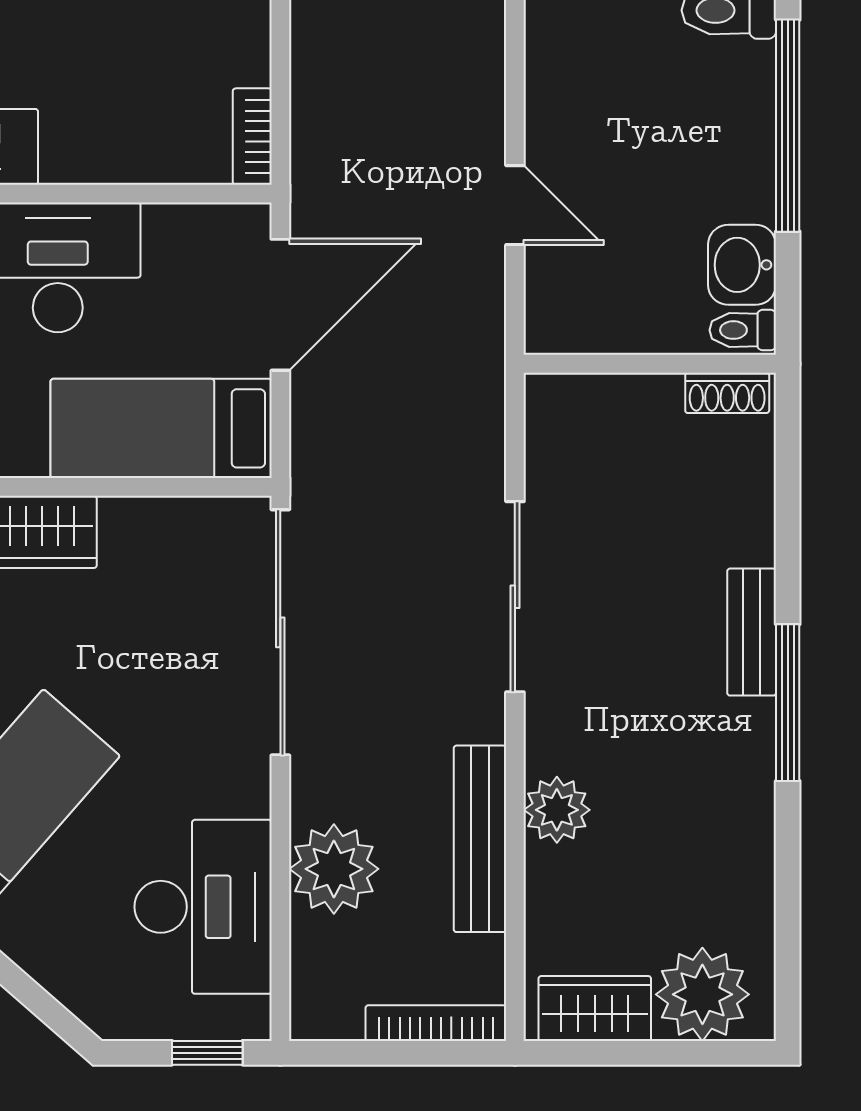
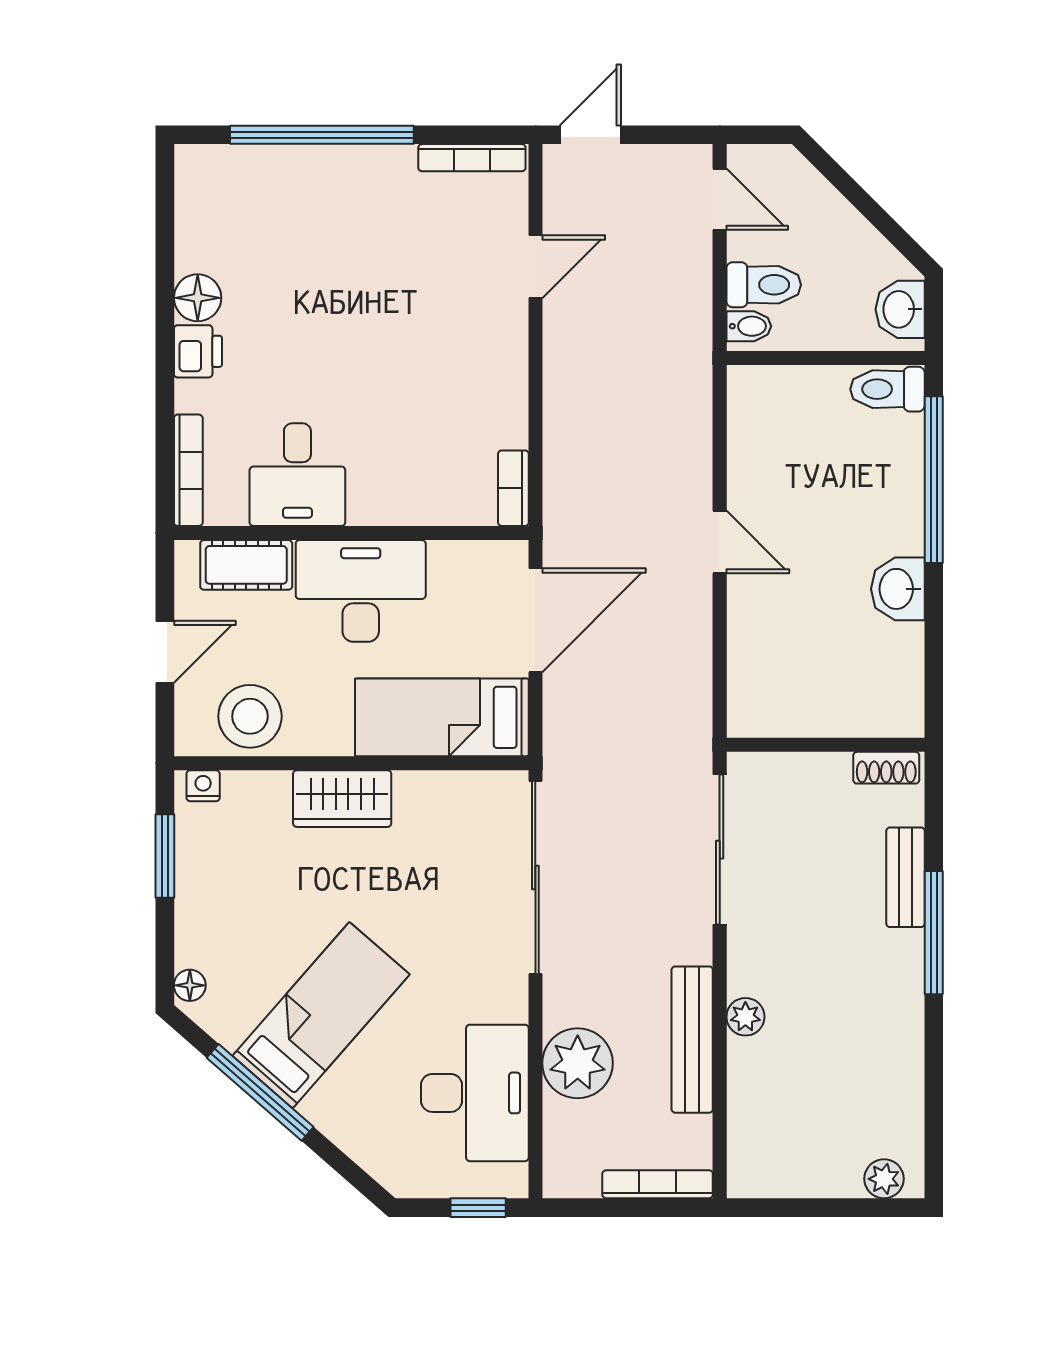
toilet: (743, 330) -> (898, 640), removed
wall: (650, 364) -> (826, 745), moved
shoe rack: (727, 393) -> (886, 768), moved
plant: (557, 810) -> (745, 1017), width x0.73, depth x0.73
plant: (702, 994) -> (884, 1179), width x0.53, depth x0.53
wardrobe: (595, 1009) -> (782, 1173), removed

